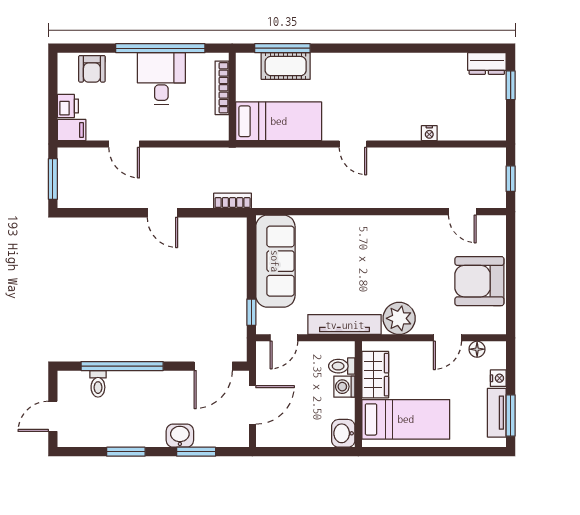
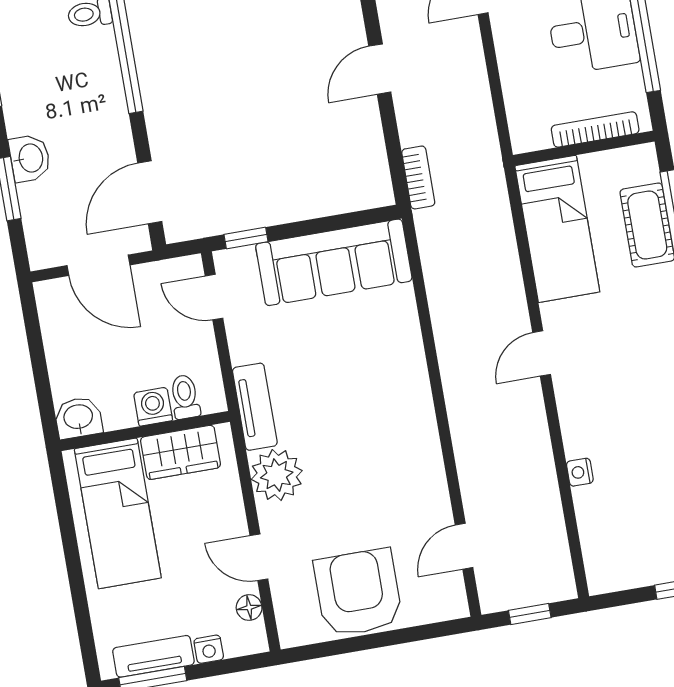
tv unit: (345, 325) -> (255, 407), width x0.71
door: (213, 366) -> (150, 192), hinge flipped

